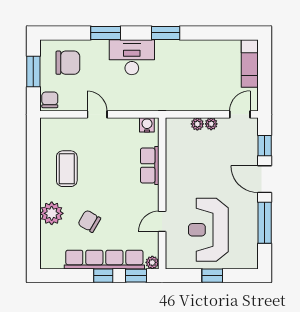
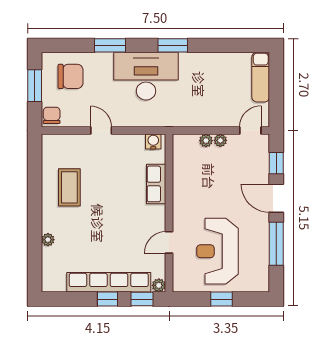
desk: (132, 57) -> (146, 76), width x1.36, depth x1.30
plant: (52, 213) -> (48, 240), width x0.53, depth x0.53
chair: (89, 221) -> (93, 242), removed

